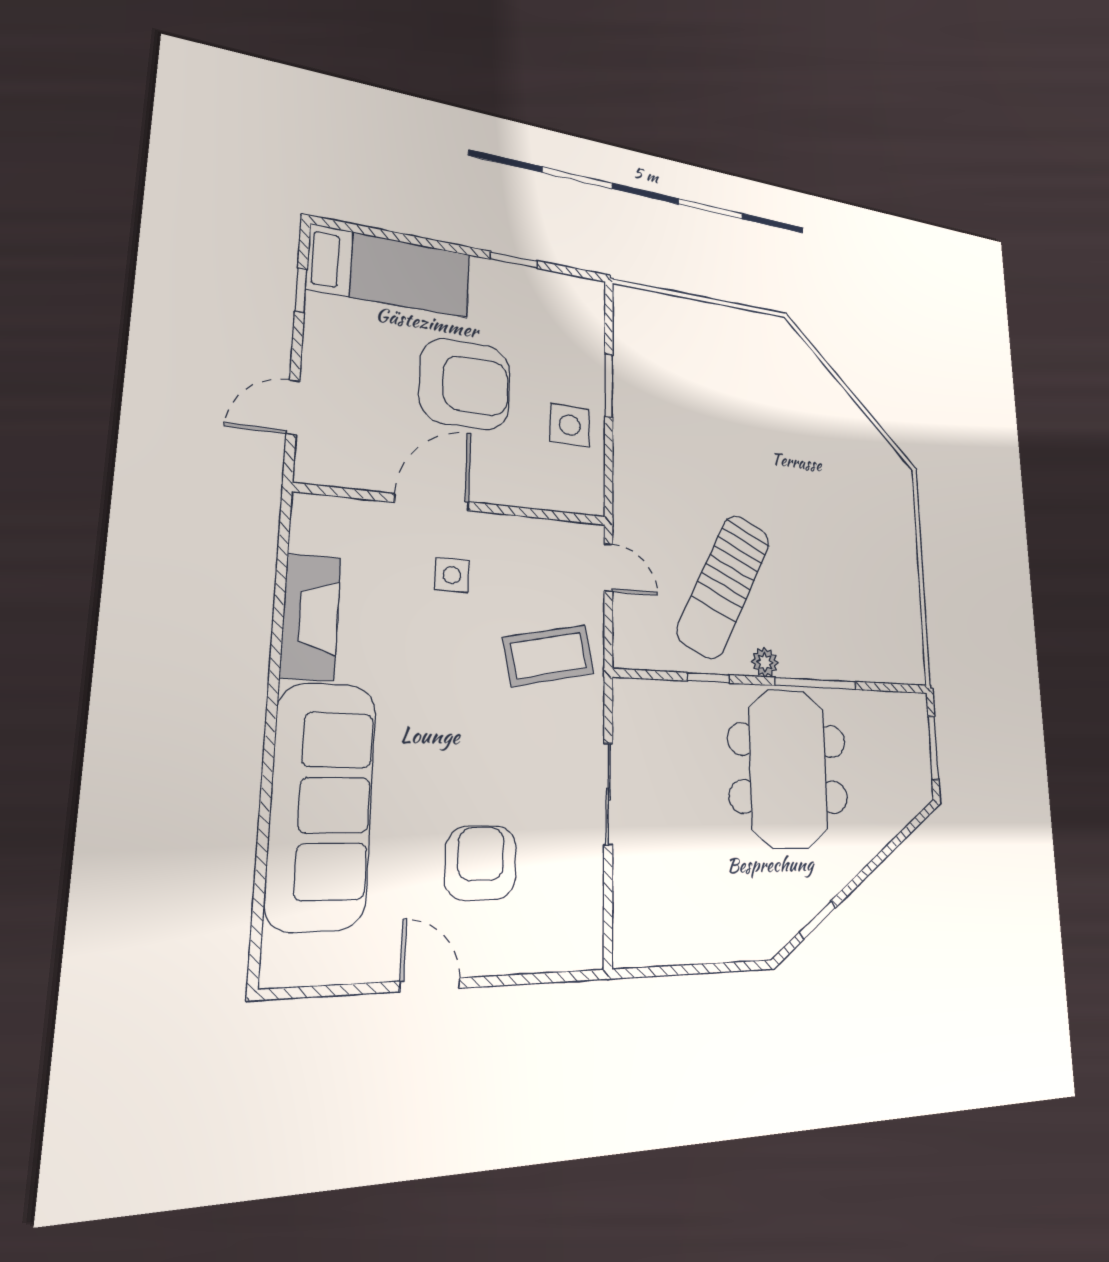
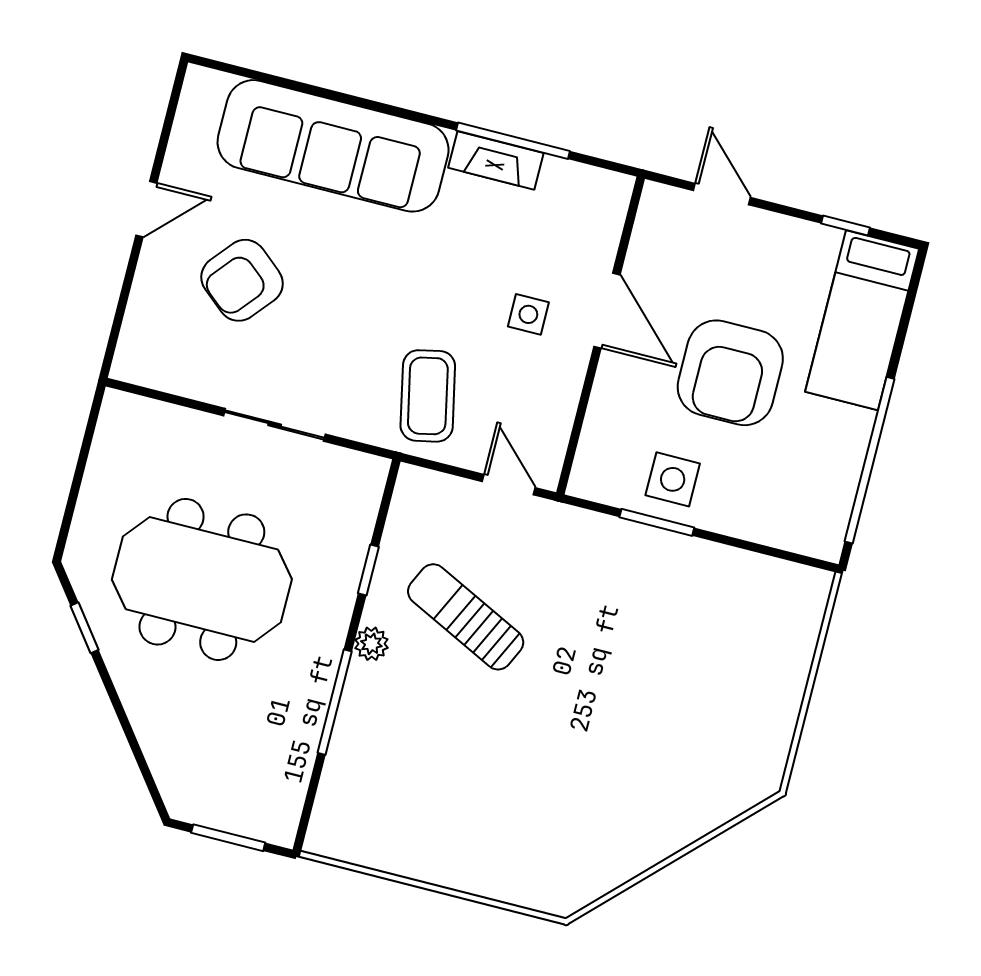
window: (514, 260) -> (870, 460), width x3.17
window: (609, 386) -> (657, 522), moved
door: (608, 568) -> (509, 485), swing flipped
sun lounger: (724, 586) -> (466, 617), width x0.73, depth x0.75
fireplace: (311, 617) -> (496, 160), width x0.73, depth x0.76
window: (278, 620) -> (513, 141), added
meeting table: (788, 768) -> (202, 579), moved
armchair: (481, 863) -> (242, 280), turned 130

